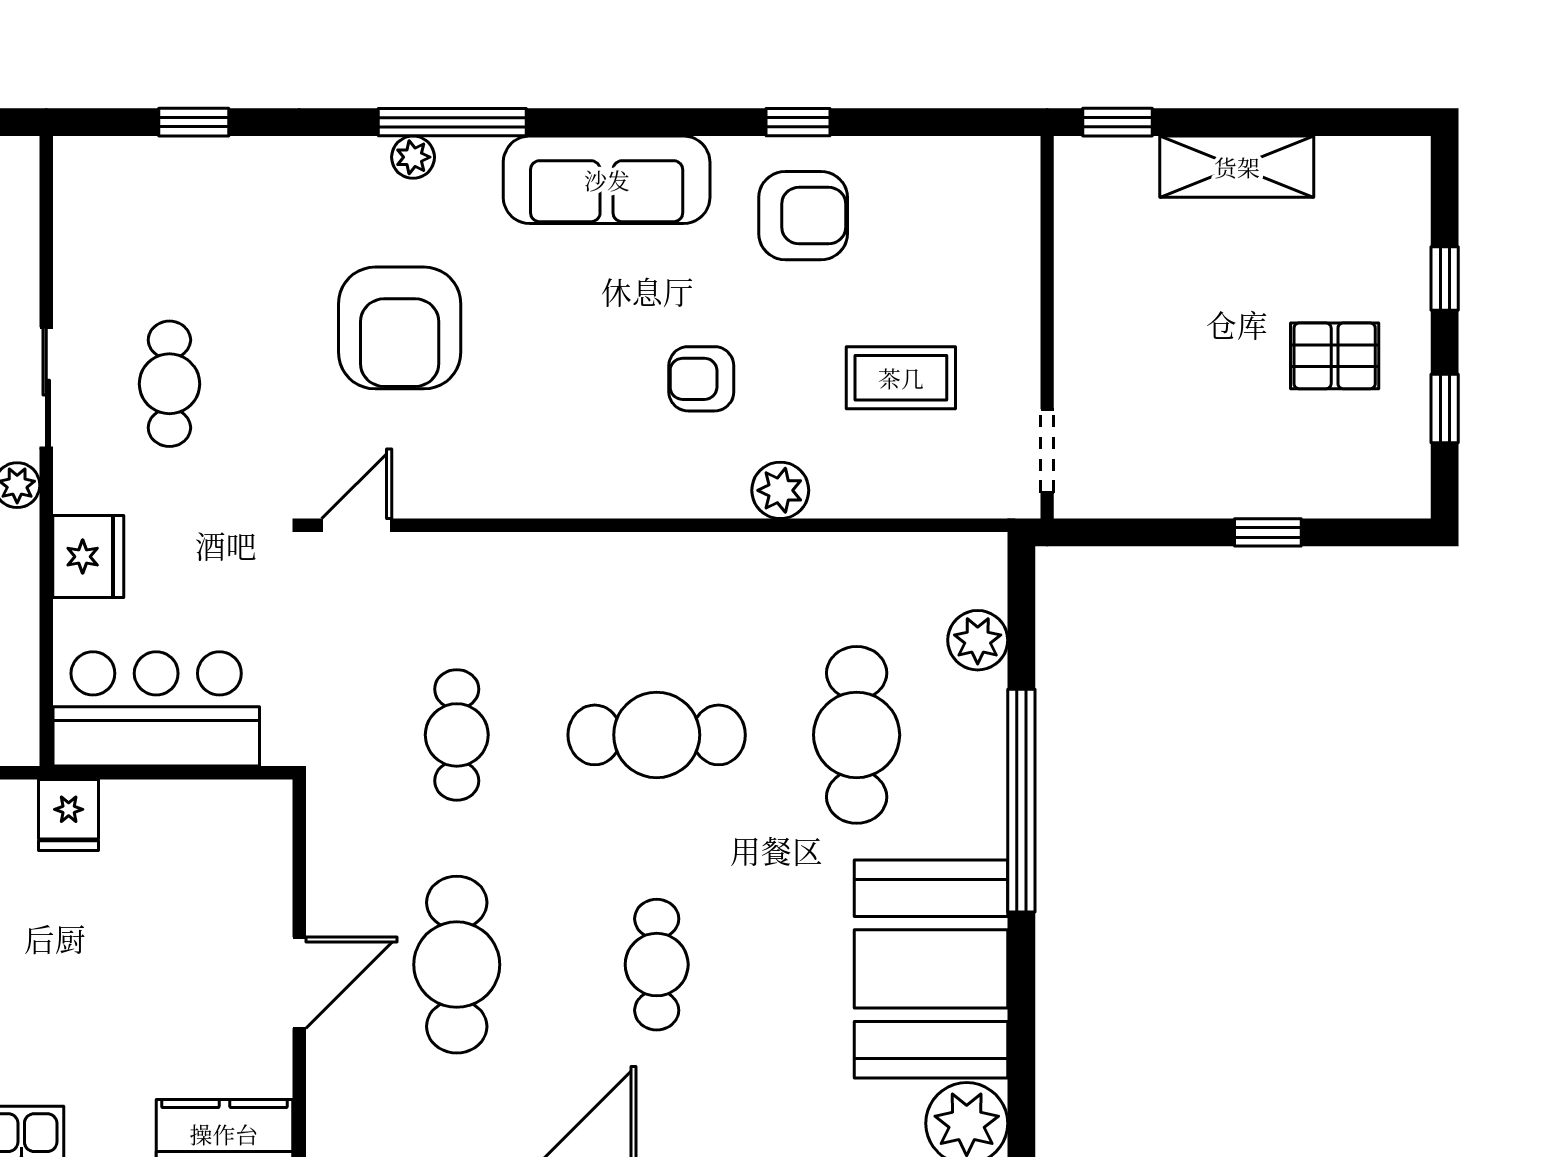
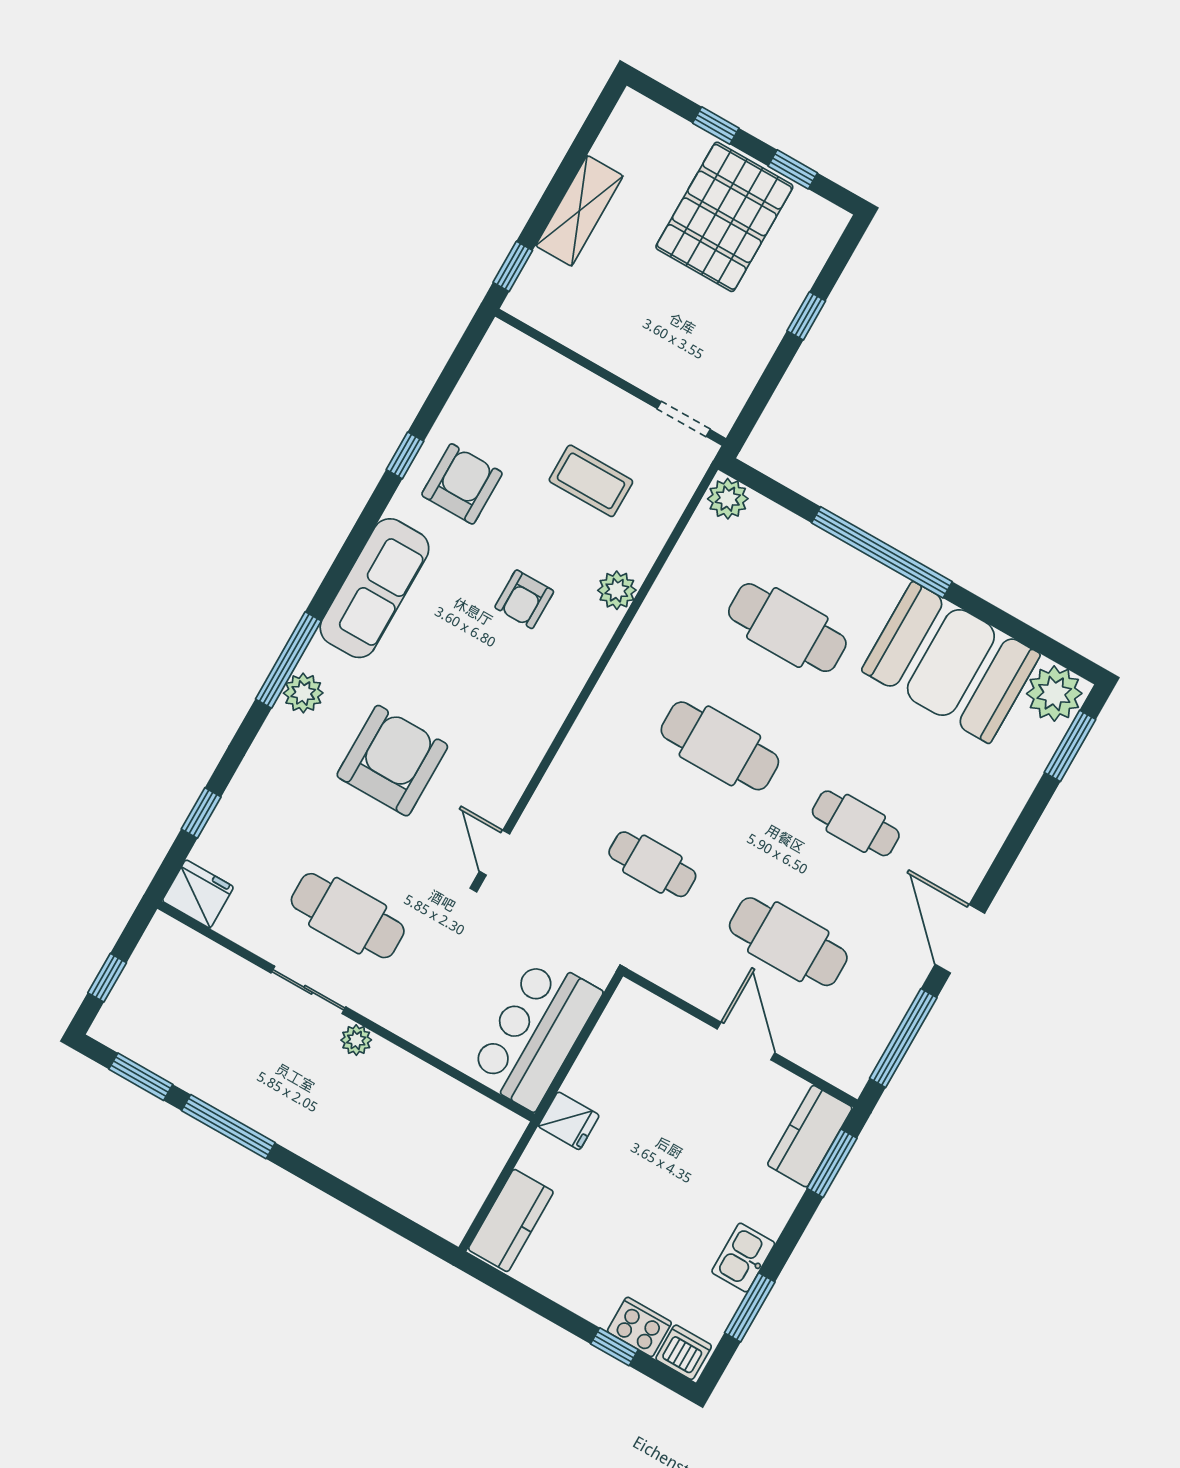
plant: (413, 157) -> (303, 693), width x1.38, depth x1.38
armchair: (400, 328) -> (392, 761), turned -90
pallet: (1335, 356) -> (724, 217), width x2.05, depth x2.00
coffee table: (901, 378) -> (591, 481), turned 90
cafe table: (169, 384) -> (348, 916), width x1.37, depth x1.35
fridge: (88, 557) -> (198, 894), moved
plant: (978, 640) -> (728, 499), moved
cafe table: (657, 735) -> (720, 746), turned 90

